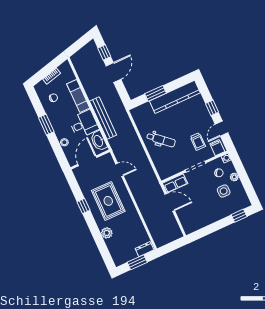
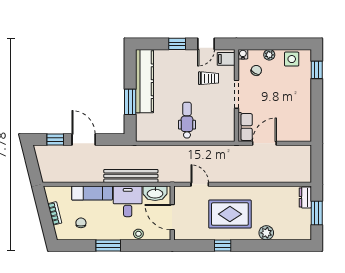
door: (221, 129) -> (206, 44), hinge flipped
dental chair: (161, 140) -> (187, 120), turned -41
door: (120, 170) -> (200, 184), hinge flipped
side table: (224, 191) -> (292, 59), moved

